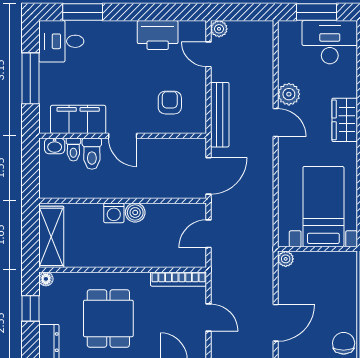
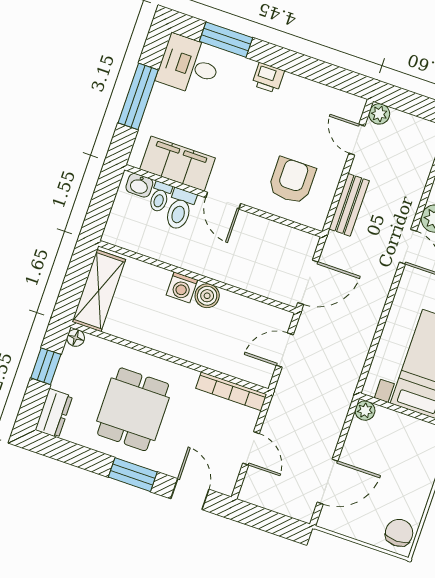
printer: (158, 35) -> (268, 78), moved, width x0.53, depth x0.68
armchair: (170, 103) -> (292, 181), width x1.38, depth x1.38
bench: (220, 115) -> (349, 205), width x0.73

